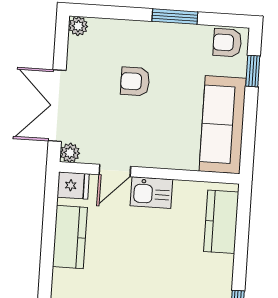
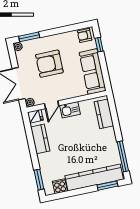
window: (175, 17) -> (29, 37), moved
armchair: (135, 81) -> (49, 64), width x1.88, depth x1.88

